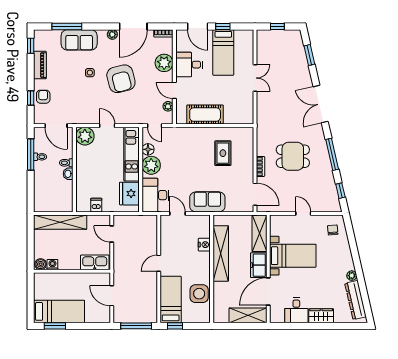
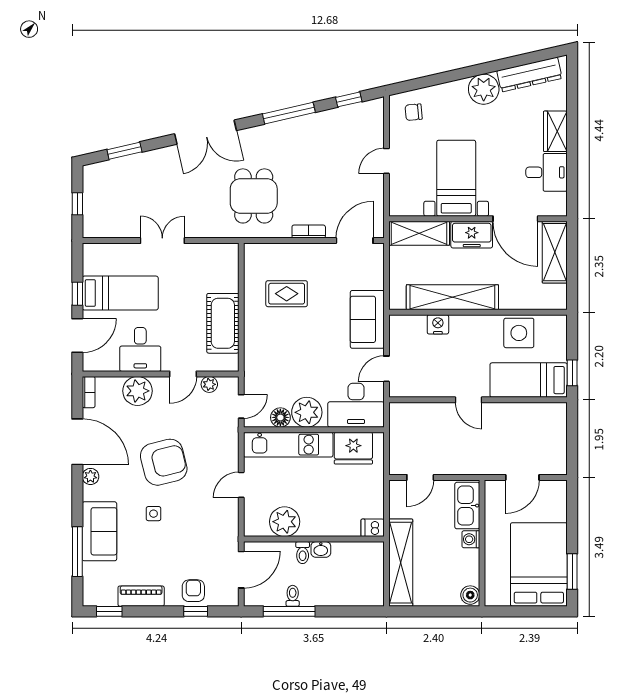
armchair: (43, 97) -> (193, 591), turned 90
plant: (85, 136) -> (285, 522), moved
dining table: (293, 156) -> (254, 196), moved
dishwasher: (96, 205) -> (373, 528), moved
washing machine: (52, 265) -> (471, 539), moved
plant: (352, 276) -> (484, 89), width x1.87, depth x1.87
bed: (59, 311) -> (539, 564), width x1.50
window: (136, 326) -> (572, 437), removed

